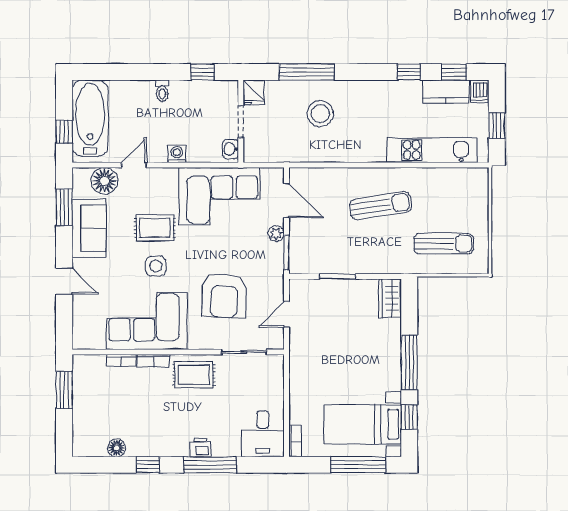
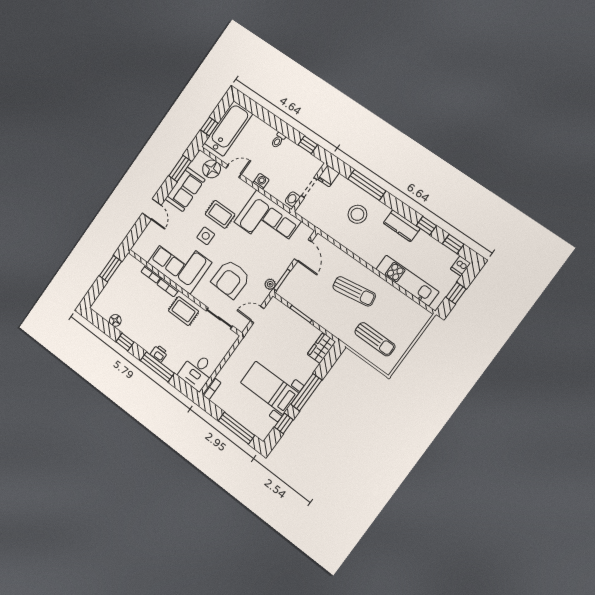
kitchen counter: (446, 92) -> (402, 226), moved
plant: (276, 234) -> (270, 284), moved
bed with nightstands: (363, 424) -> (269, 388), moved

